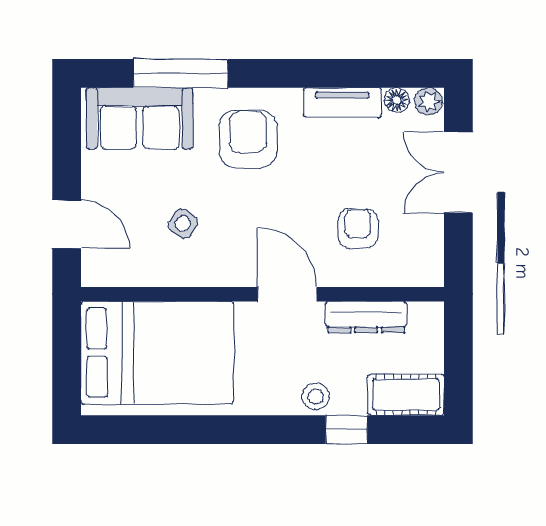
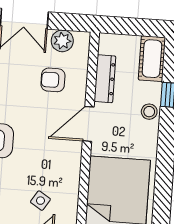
side table: (183, 224) -> (40, 201), moved
plant: (425, 240) -> (62, 41), added

